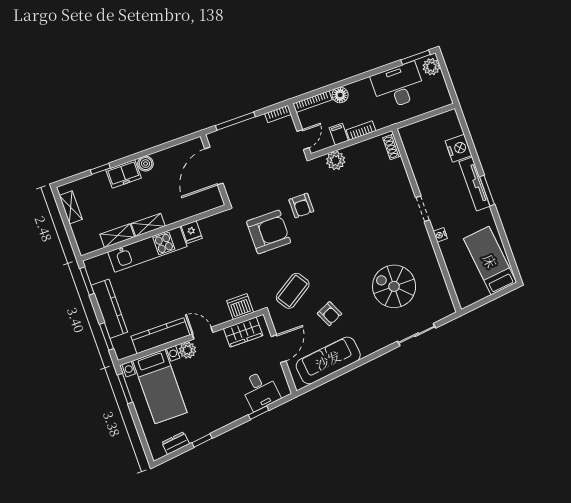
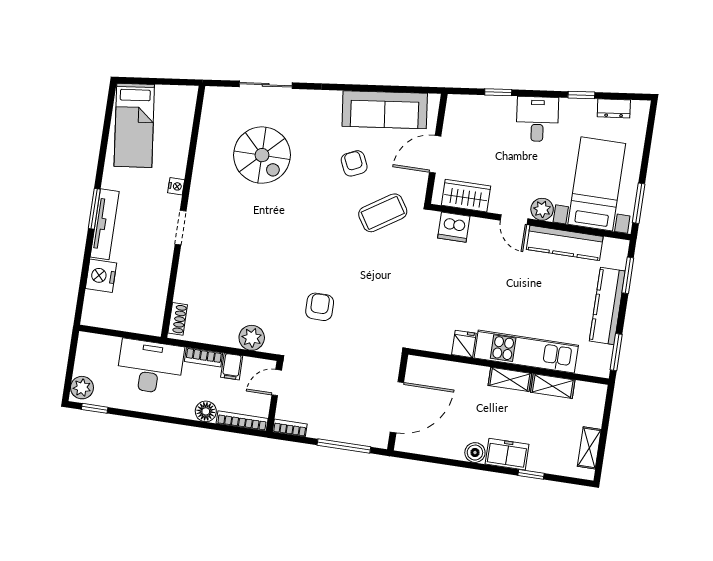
window: (415, 57) -> (95, 408), width x0.67
desk: (398, 86) -> (150, 367), moved, turned 180
armchair: (269, 232) -> (374, 296), removed
desk: (260, 390) -> (537, 119), moved

